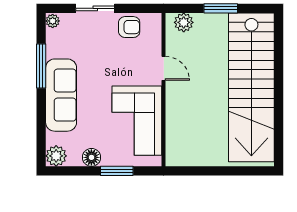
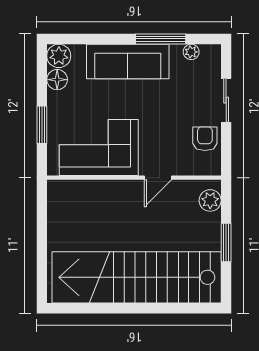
plant: (53, 21) -> (191, 52), moved
armchair: (129, 27) -> (205, 139), turned 180
floor lamp: (91, 157) -> (57, 80), moved

